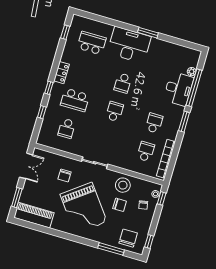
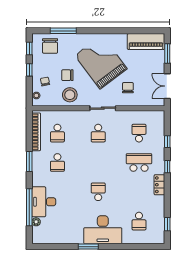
school desk: (92, 43) -> (139, 221), width x0.54
school desk: (115, 111) -> (98, 133), moved
window: (184, 122) -> (29, 162), moved
window: (162, 198) -> (29, 70), moved

